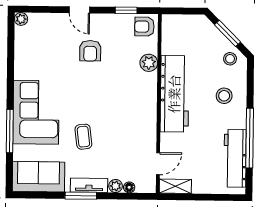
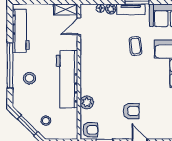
armchair: (90, 51) -> (131, 111), turned 90
stool: (230, 59) -> (46, 121), moved
window: (250, 138) -> (10, 65), moved

